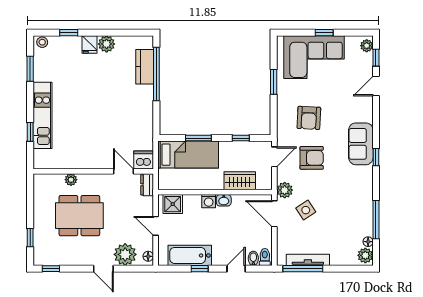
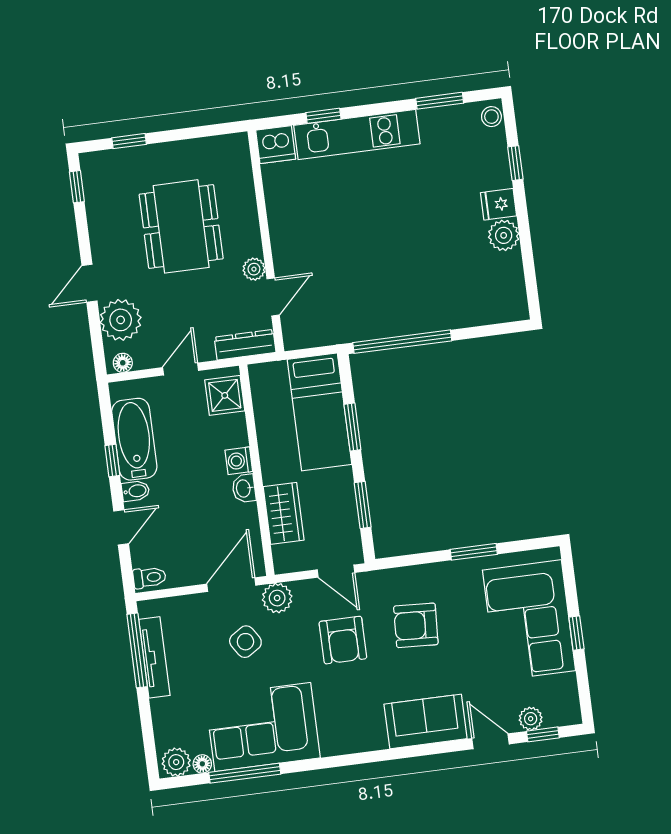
plant: (367, 46) -> (531, 719), moved
kitchen counter: (145, 67) -> (471, 311), removed
window: (156, 74) -> (402, 342), moved
window: (241, 138) -> (363, 505), width x1.50
sofa: (361, 144) -> (426, 721), moved
window: (376, 157) -> (360, 758), removed
dishwasher: (144, 160) -> (276, 145), moved, turned 90
plant: (71, 180) -> (254, 269), moved
dresser: (147, 185) -> (245, 345), width x1.44
corner sofa: (353, 207) -> (263, 727), added
bidet: (253, 258) -> (136, 491), moved
door: (236, 269) -> (121, 527), hinge flipped

